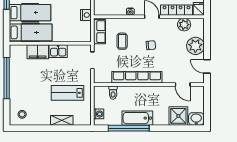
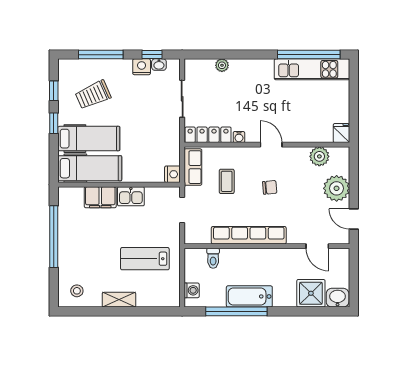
locker: (176, 10) -> (208, 135), moved
nightstand: (86, 15) -> (172, 174), moved
shelving: (62, 120) -> (119, 300), moved

